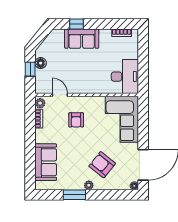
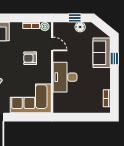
sofa: (82, 39) -> (102, 53), moved
desk: (125, 77) -> (65, 77), moved, turned 90
door: (60, 95) -> (52, 44), hinge flipped

